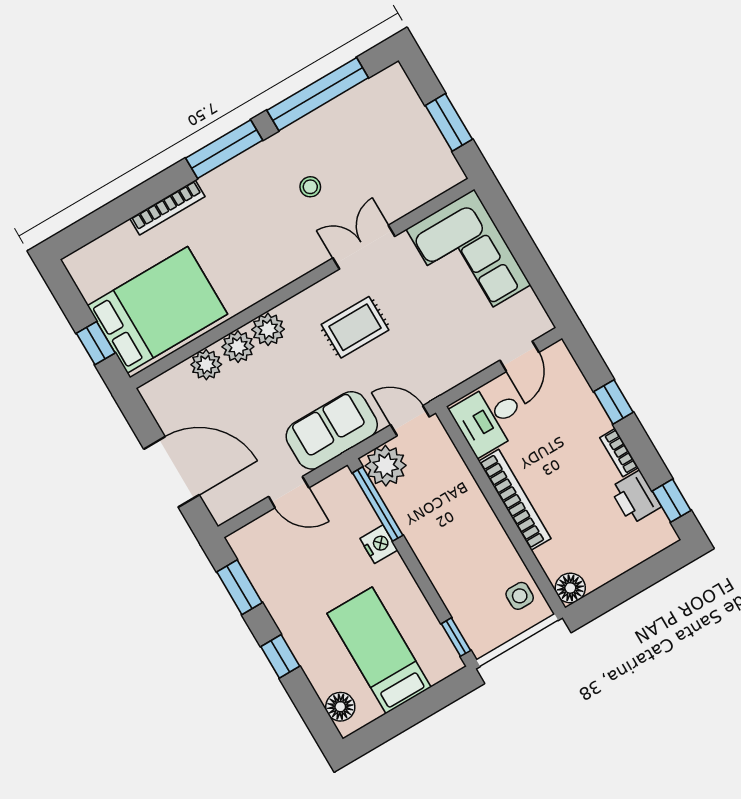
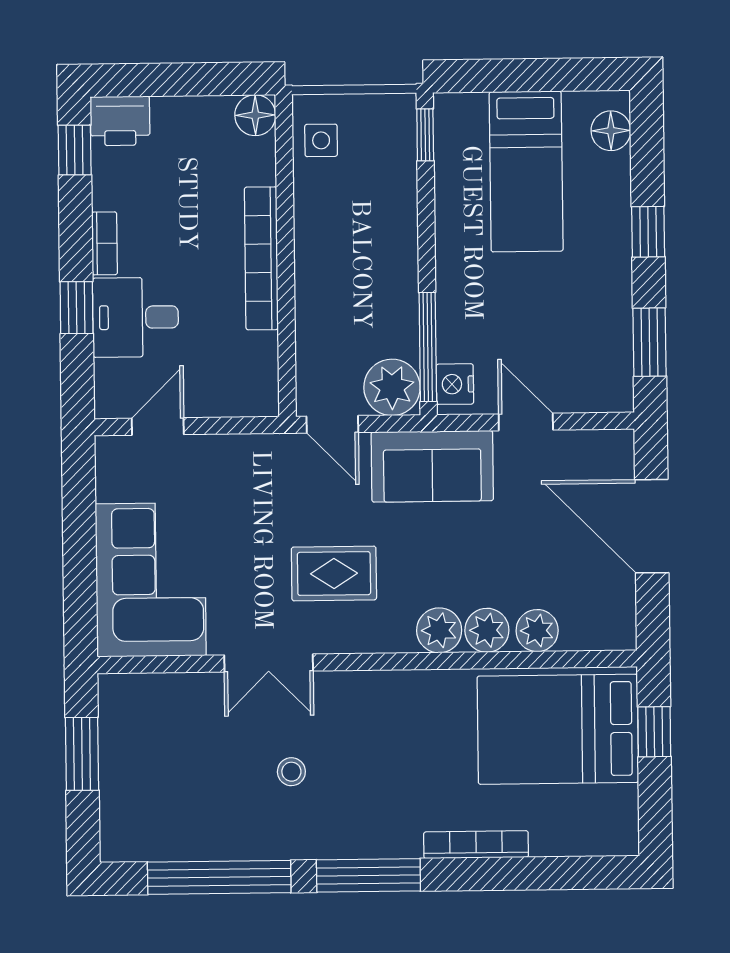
desk: (489, 418) -> (136, 317), moved, turned 180
printer: (635, 497) -> (120, 121), moved, turned 90
nightstand: (379, 544) -> (455, 384), moved

